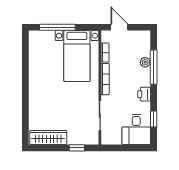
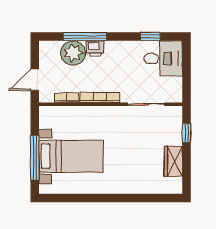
bed with nightstands: (77, 56) -> (71, 156), moved
plant: (145, 62) -> (73, 53), width x1.87, depth x1.87
printer: (144, 94) -> (95, 49), moved
wardrobe: (48, 137) -> (173, 162), width x0.67

